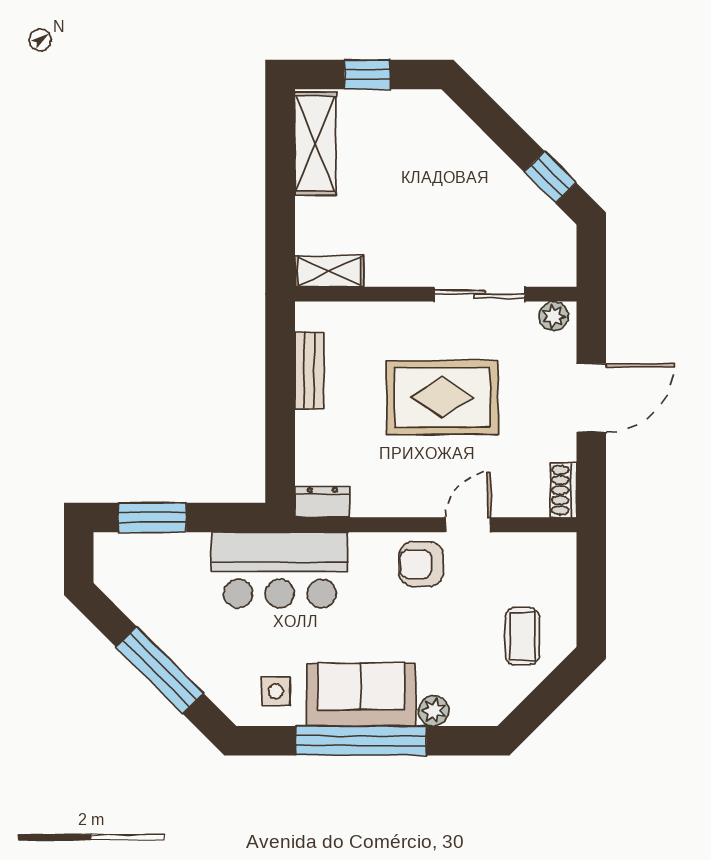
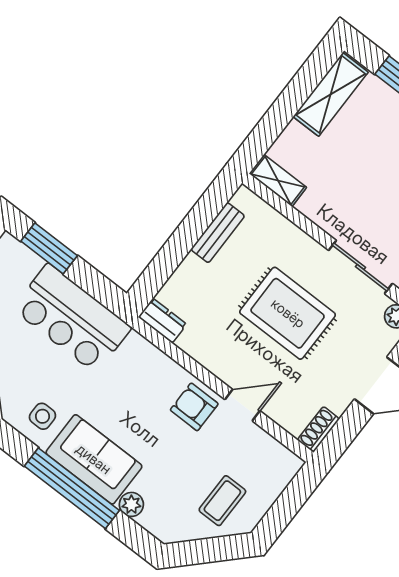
bar counter: (280, 570) -> (72, 318), moved

